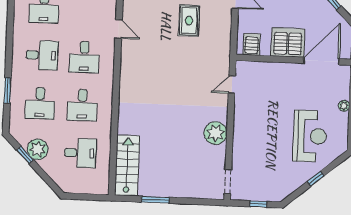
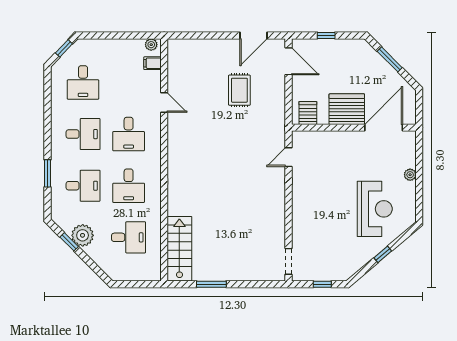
desk: (40, 103) -> (83, 186), turned -90
plant: (216, 133) -> (273, 210), removed

